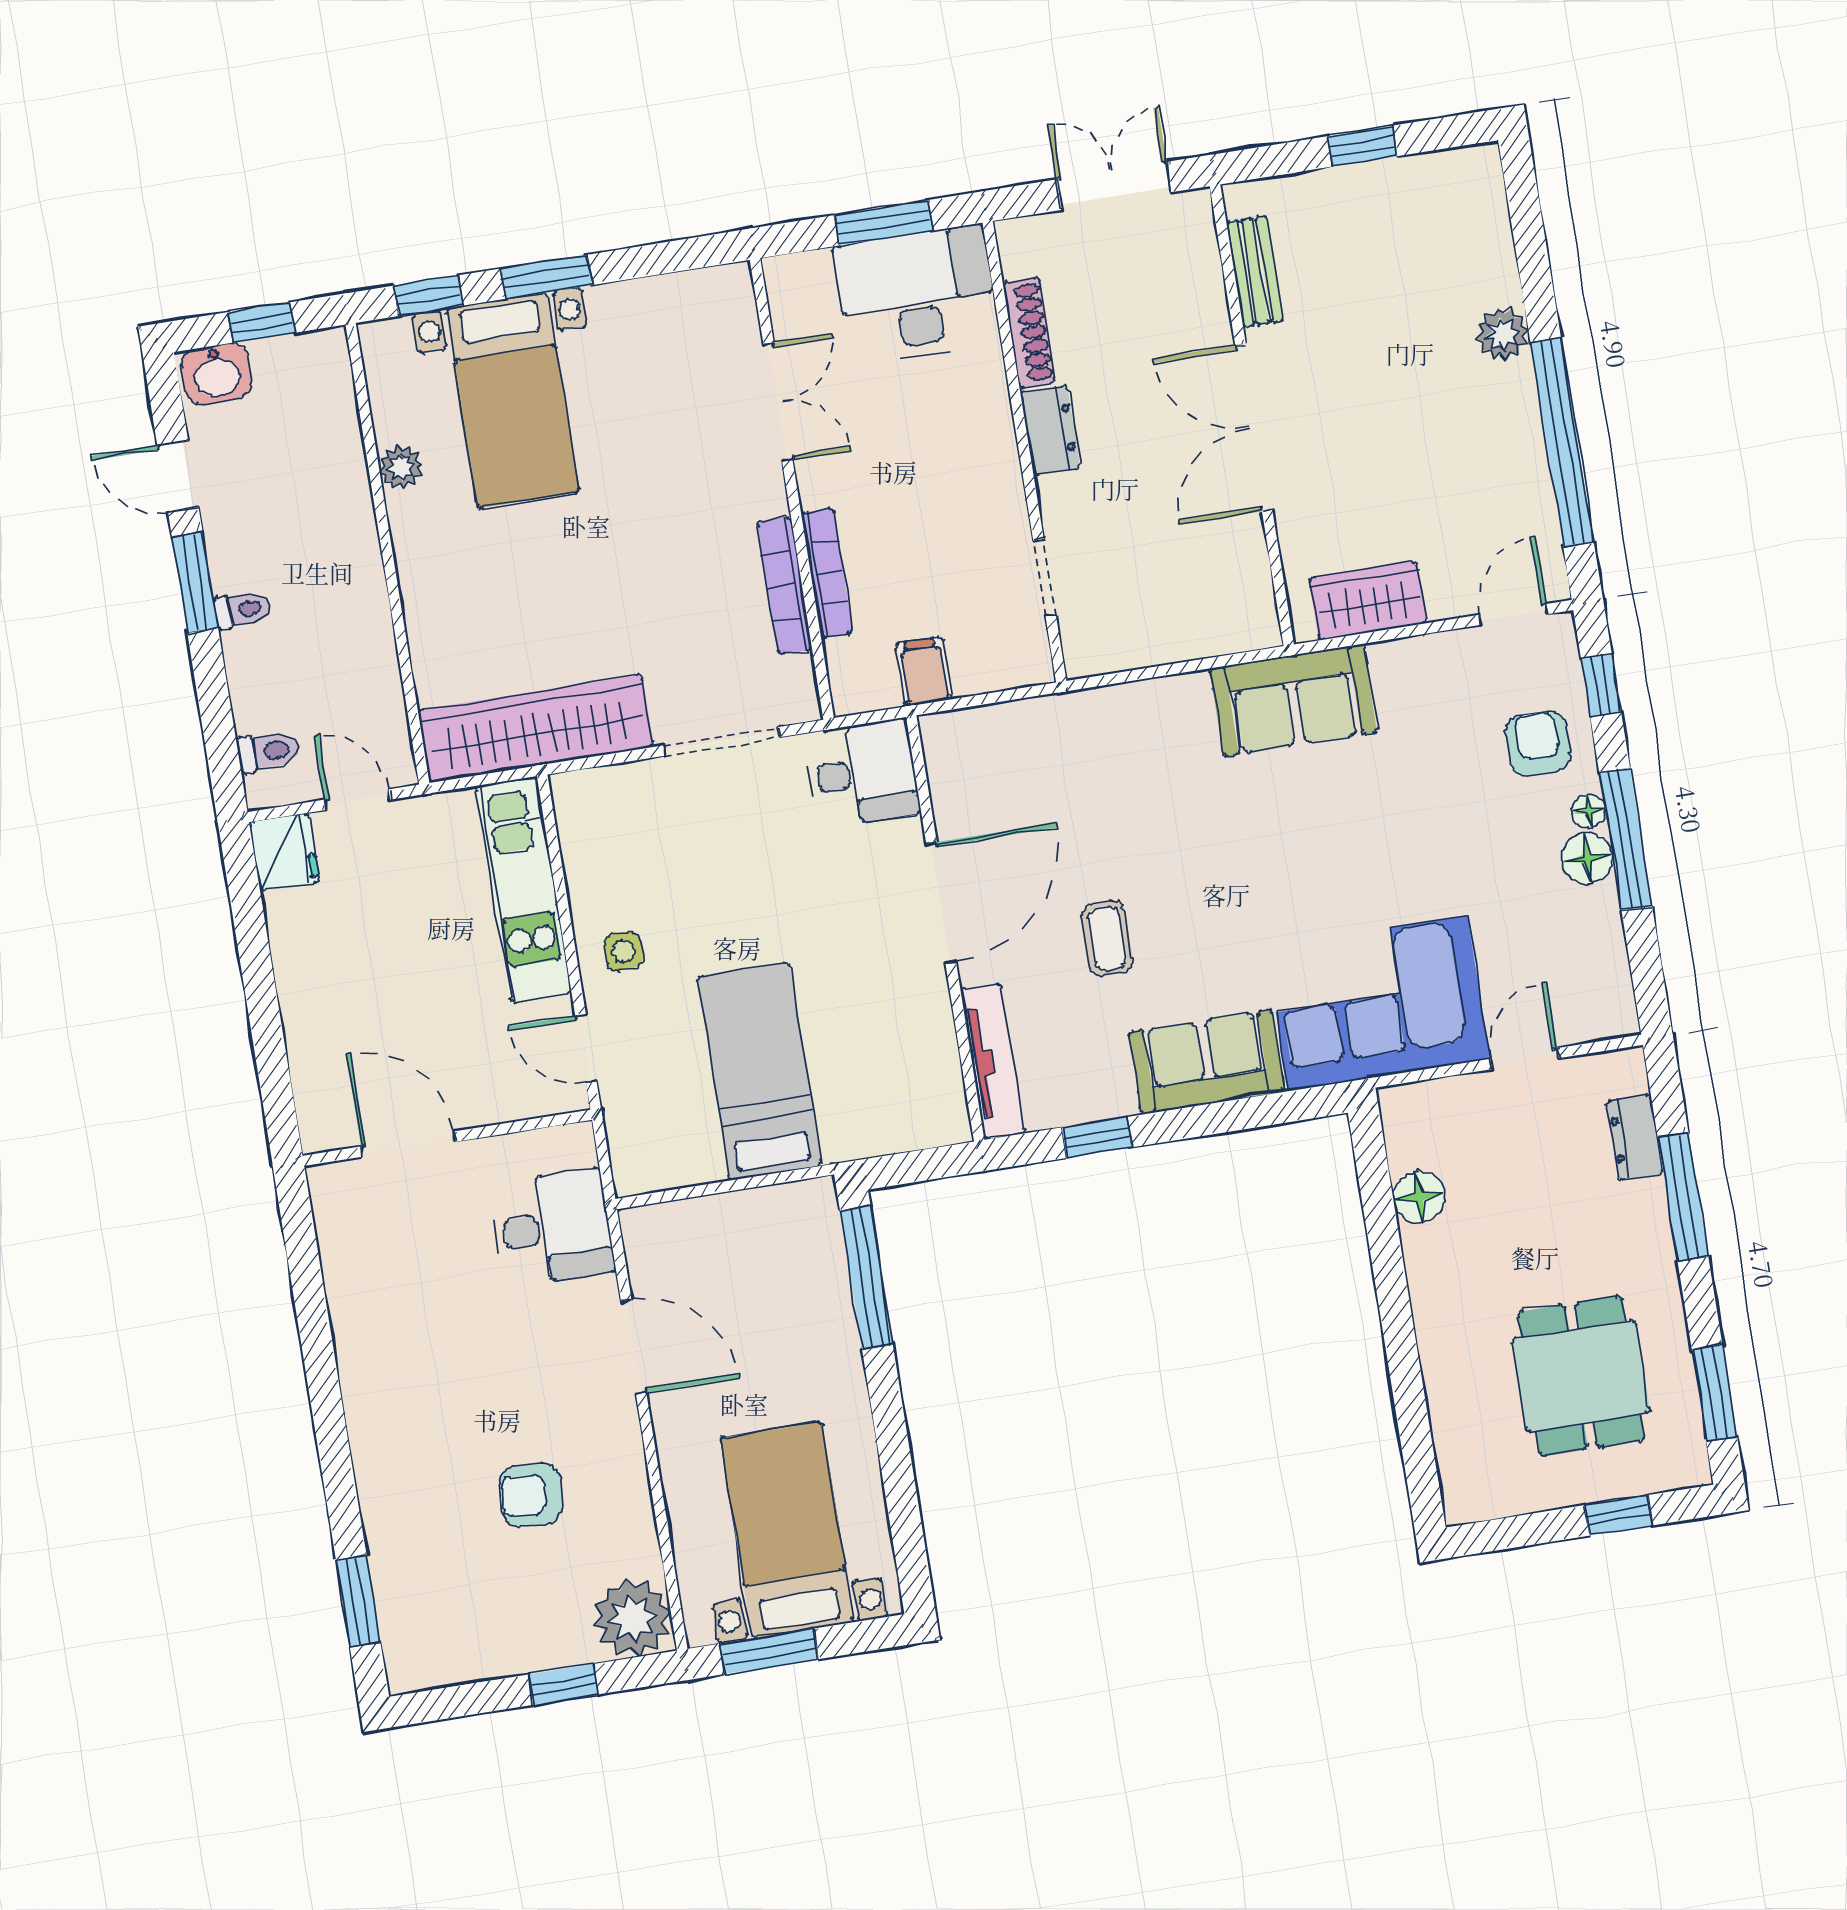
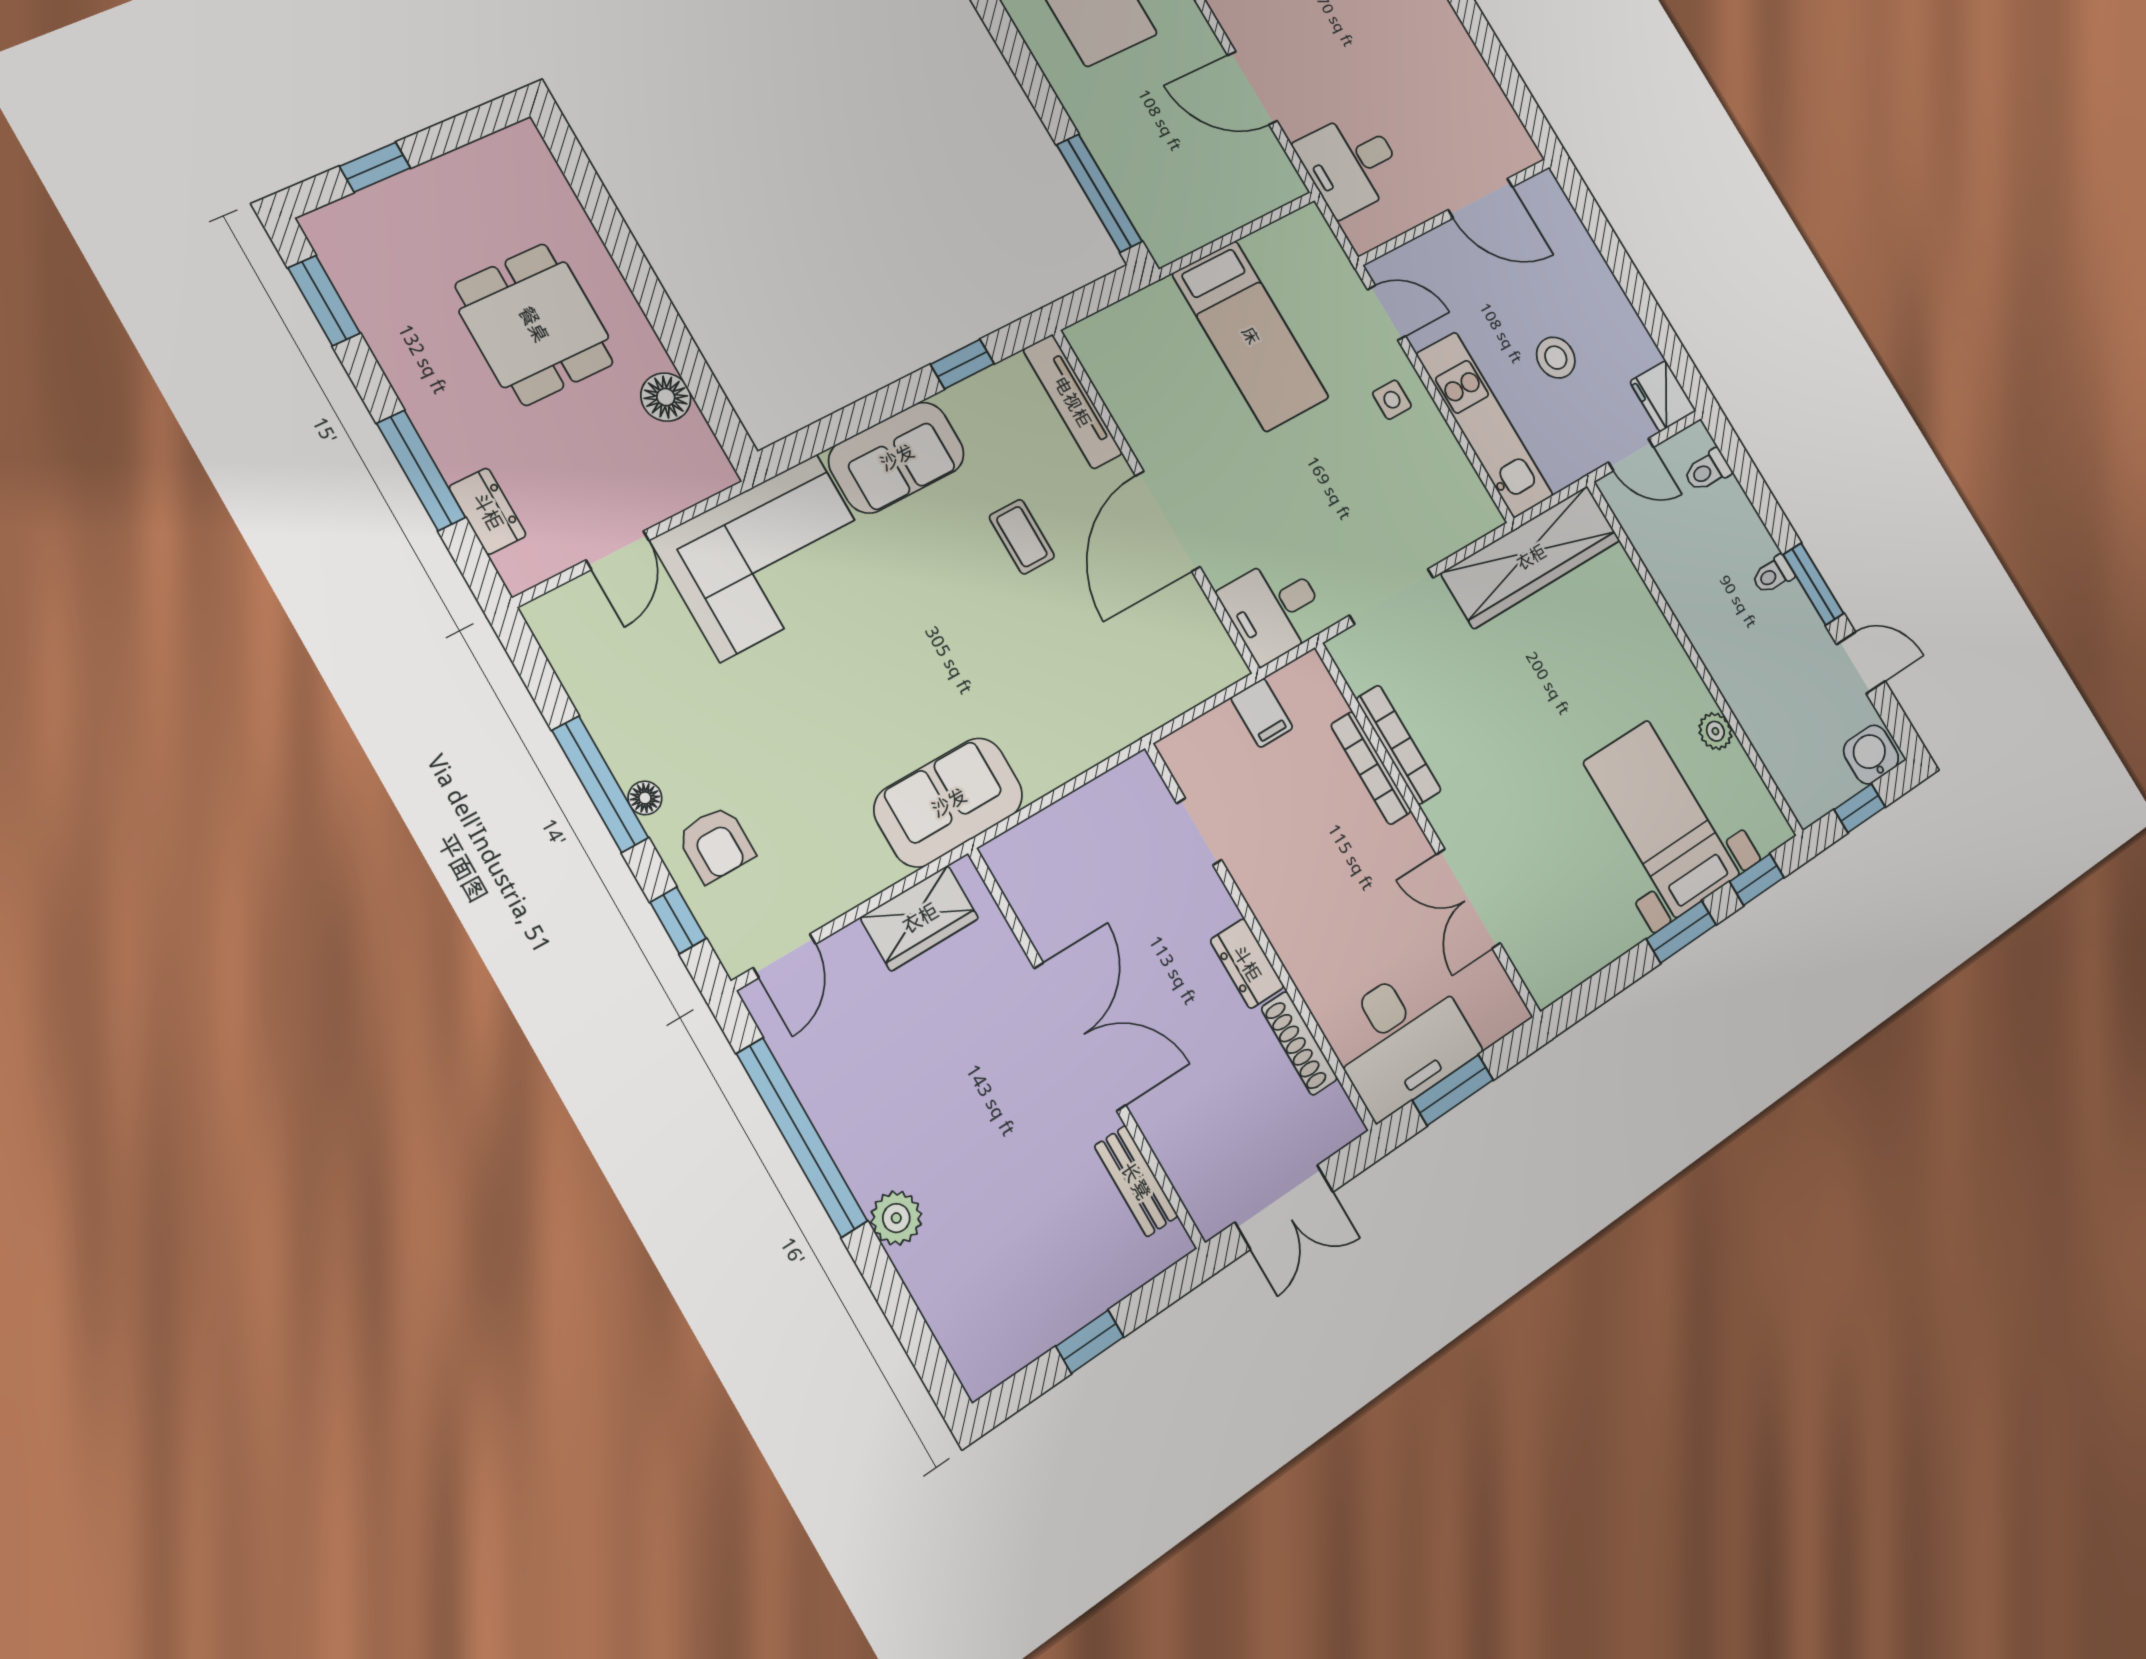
floor lamp: (1587, 858) -> (629, 754), removed
stool: (400, 936) -> (1556, 358), added
dining table: (1581, 1376) -> (534, 324), moved

